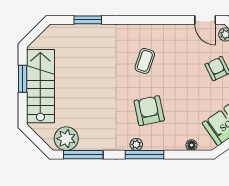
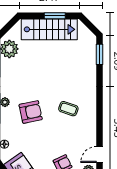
window: (88, 20) -> (100, 54), moved

